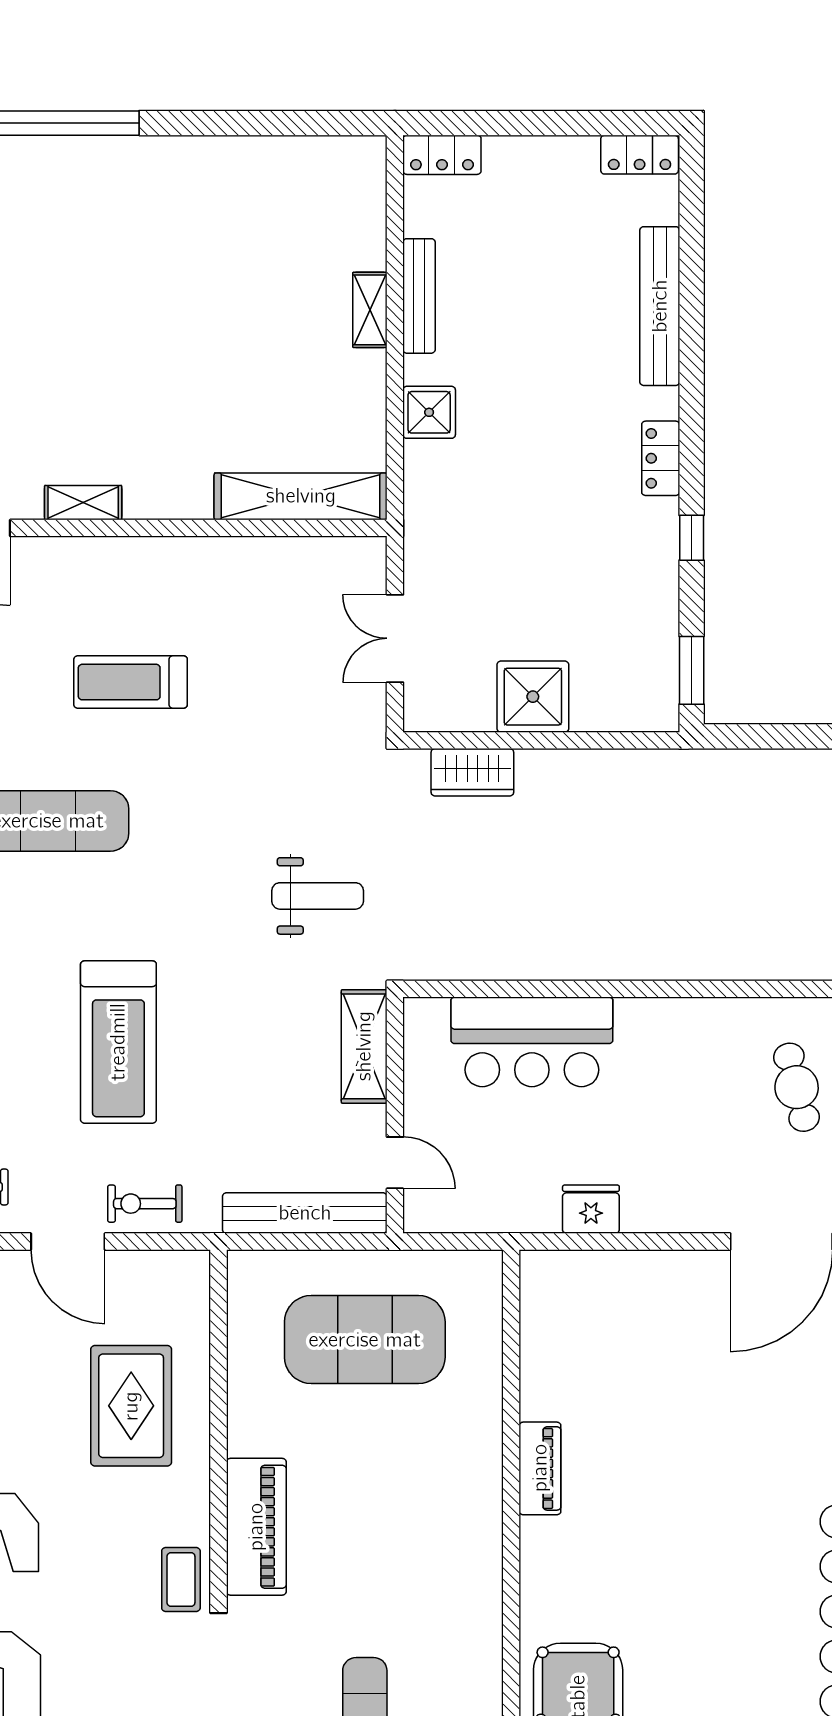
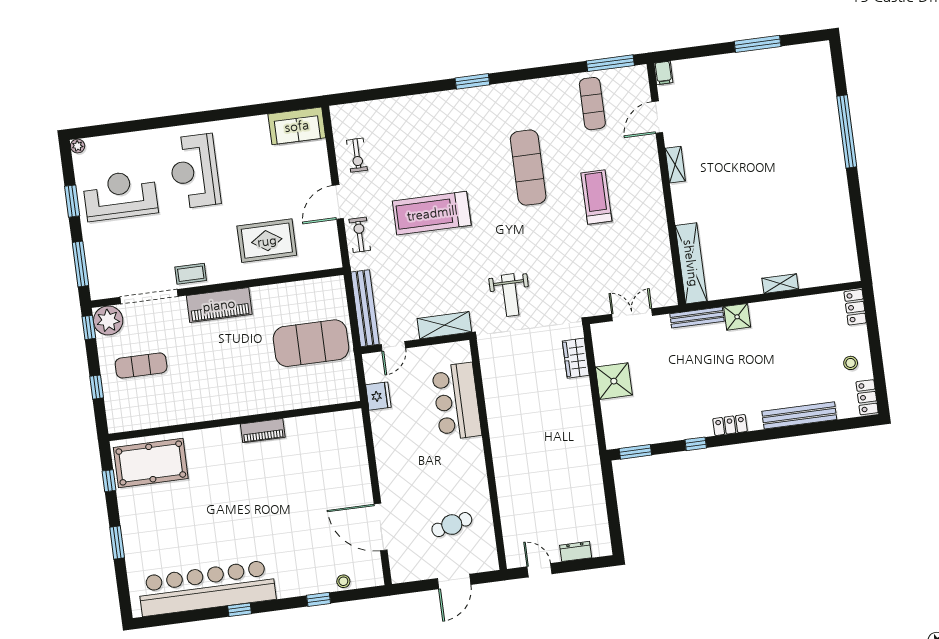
stool: (561, 181) -> (851, 363), added
bench: (419, 296) -> (697, 317), moved
fridge: (591, 1209) -> (378, 396), moved
exercise mat: (365, 1340) -> (311, 343), turned 90

